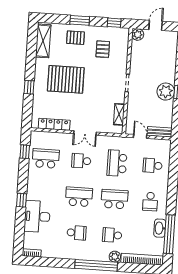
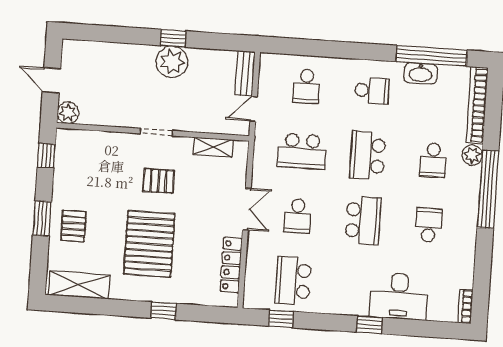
pallet: (103, 49) -> (159, 181), moved
school desk: (79, 197) -> (363, 220), turned 180

